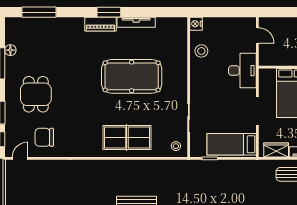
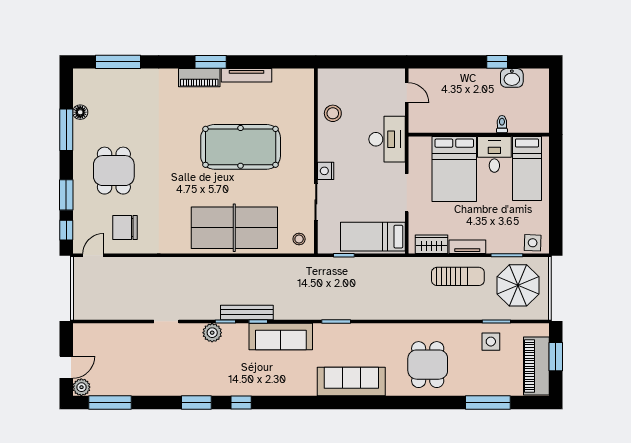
nightstand: (196, 24) -> (326, 171), moved
table tennis table: (127, 138) -> (234, 228), width x1.36, depth x1.32

